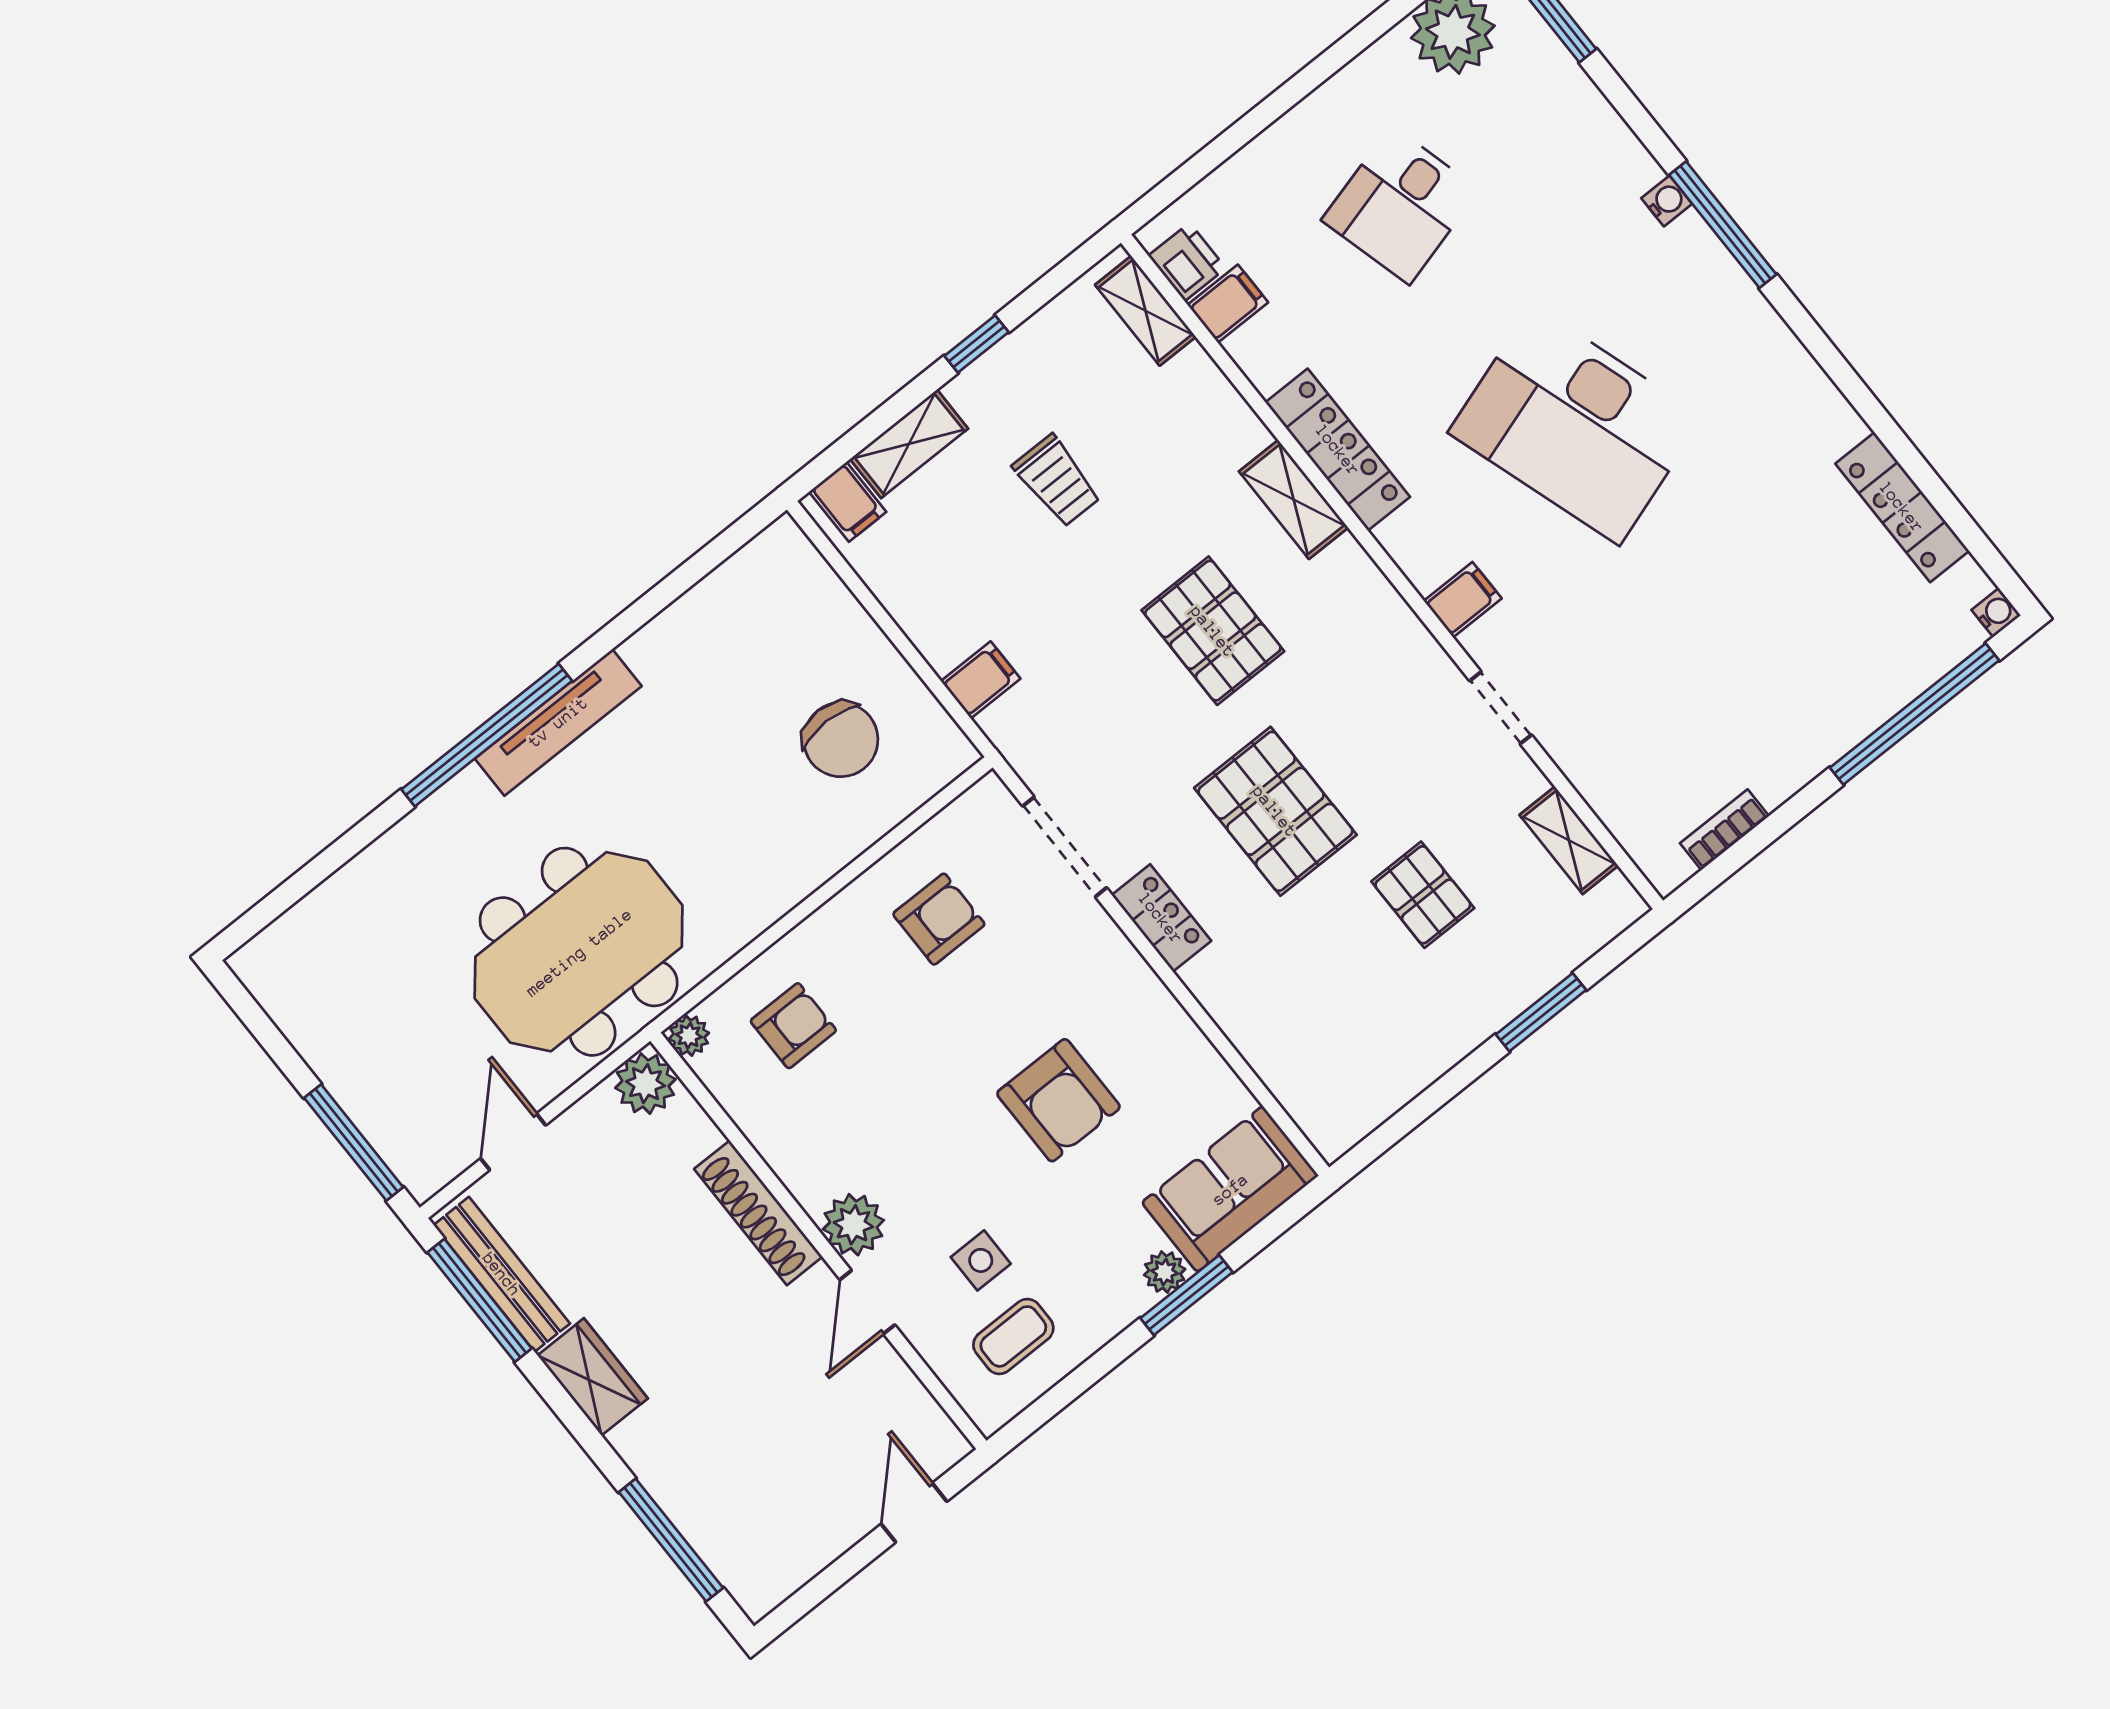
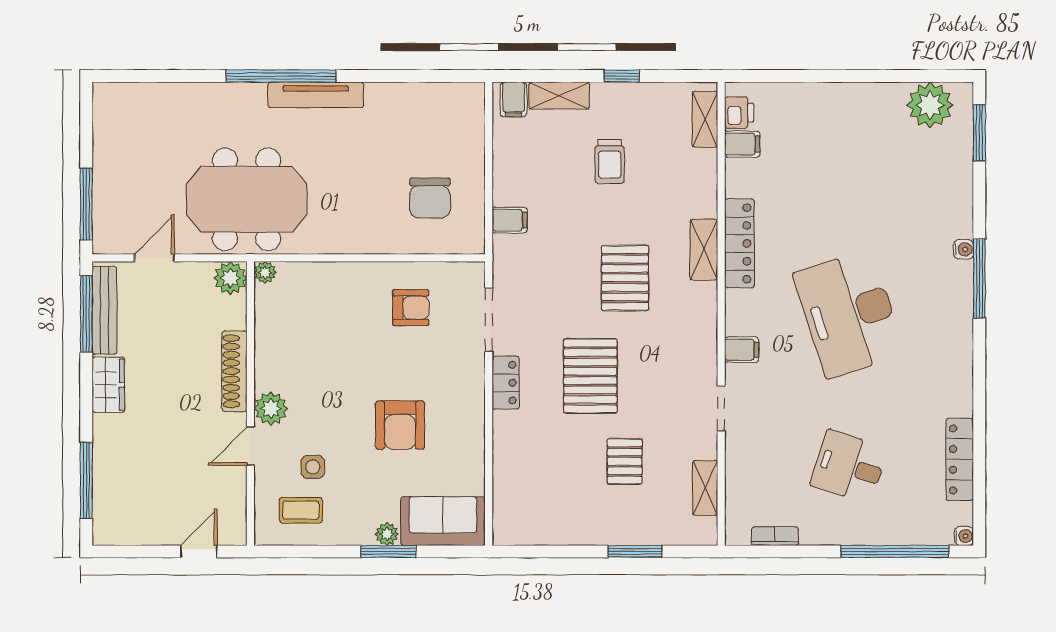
desk: (1400, 205) -> (849, 467), moved, turned 33
armchair: (793, 1026) -> (313, 304), removed

